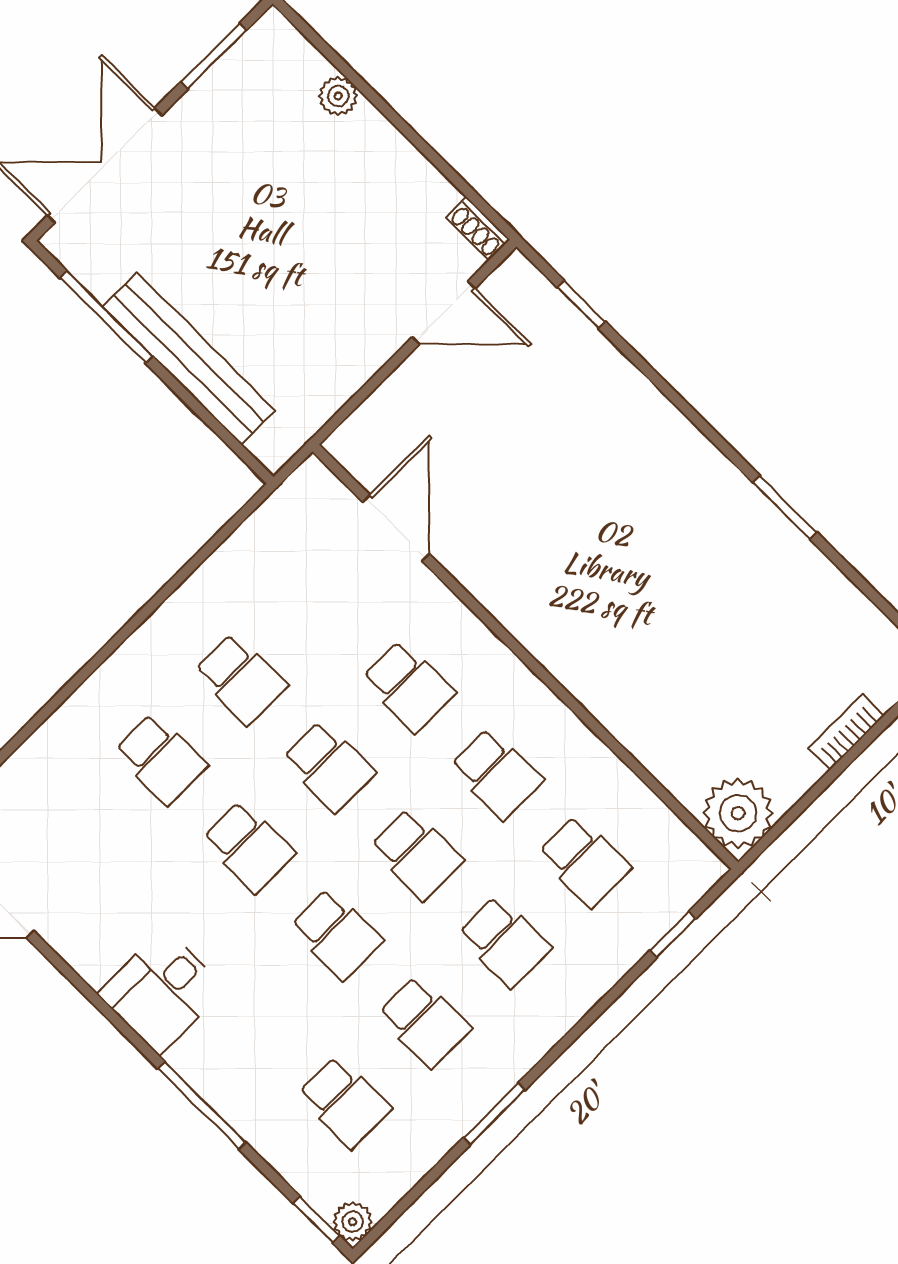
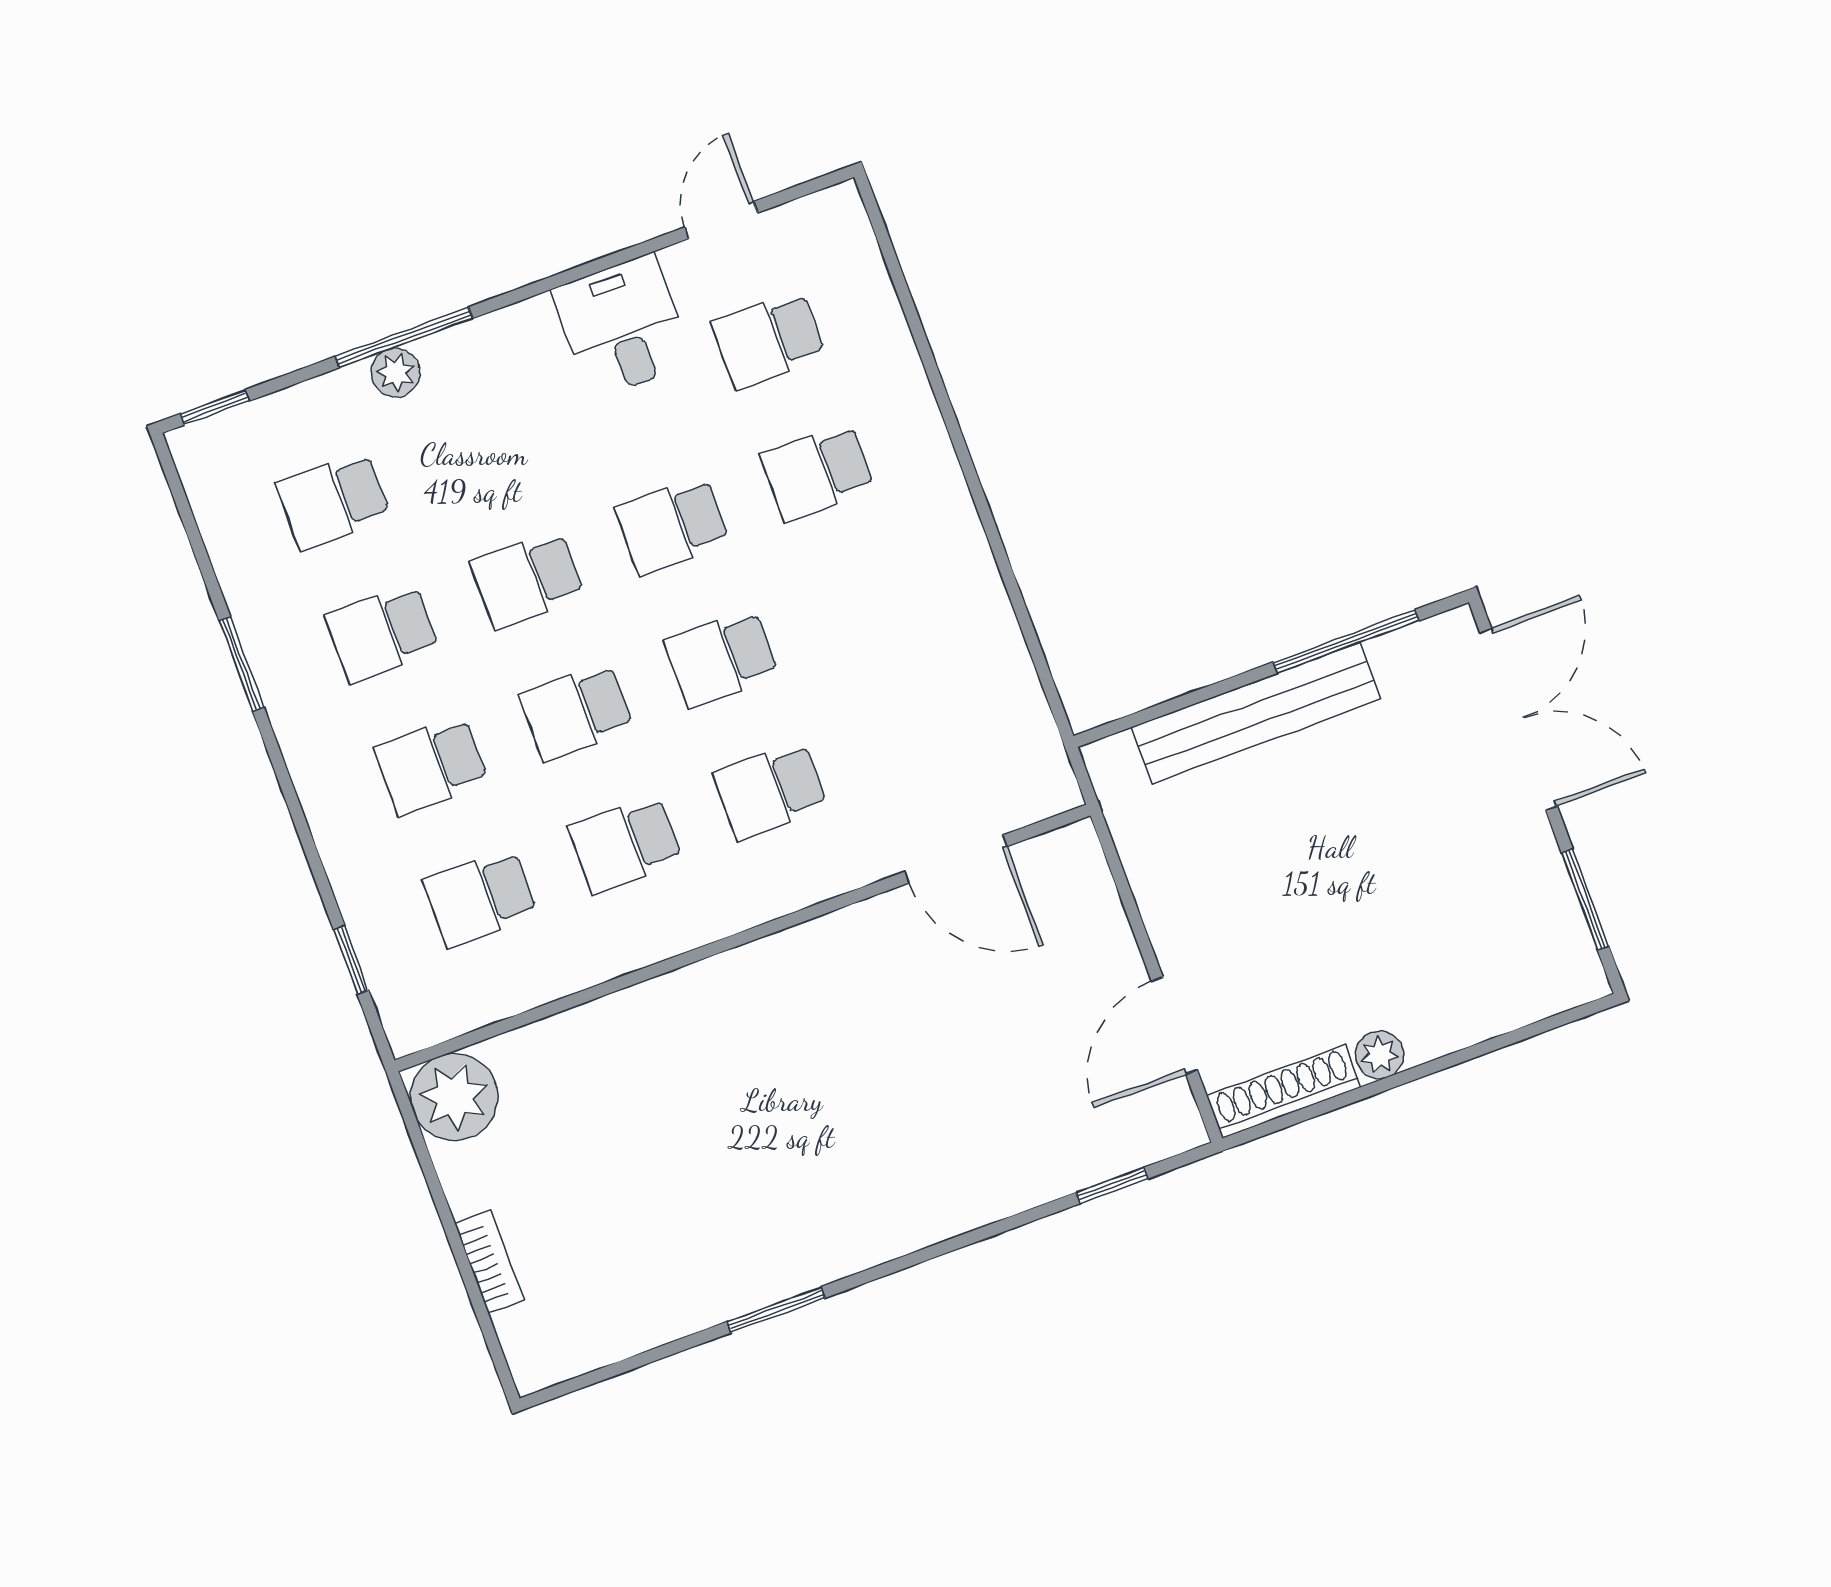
plant: (338, 96) -> (1379, 1055), moved
shoe rack: (478, 229) -> (1284, 1092), width x1.94, depth x1.24
school desk: (241, 679) -> (768, 340), moved
desk: (162, 991) -> (622, 326), moved
plant: (353, 1222) -> (396, 372), moved

